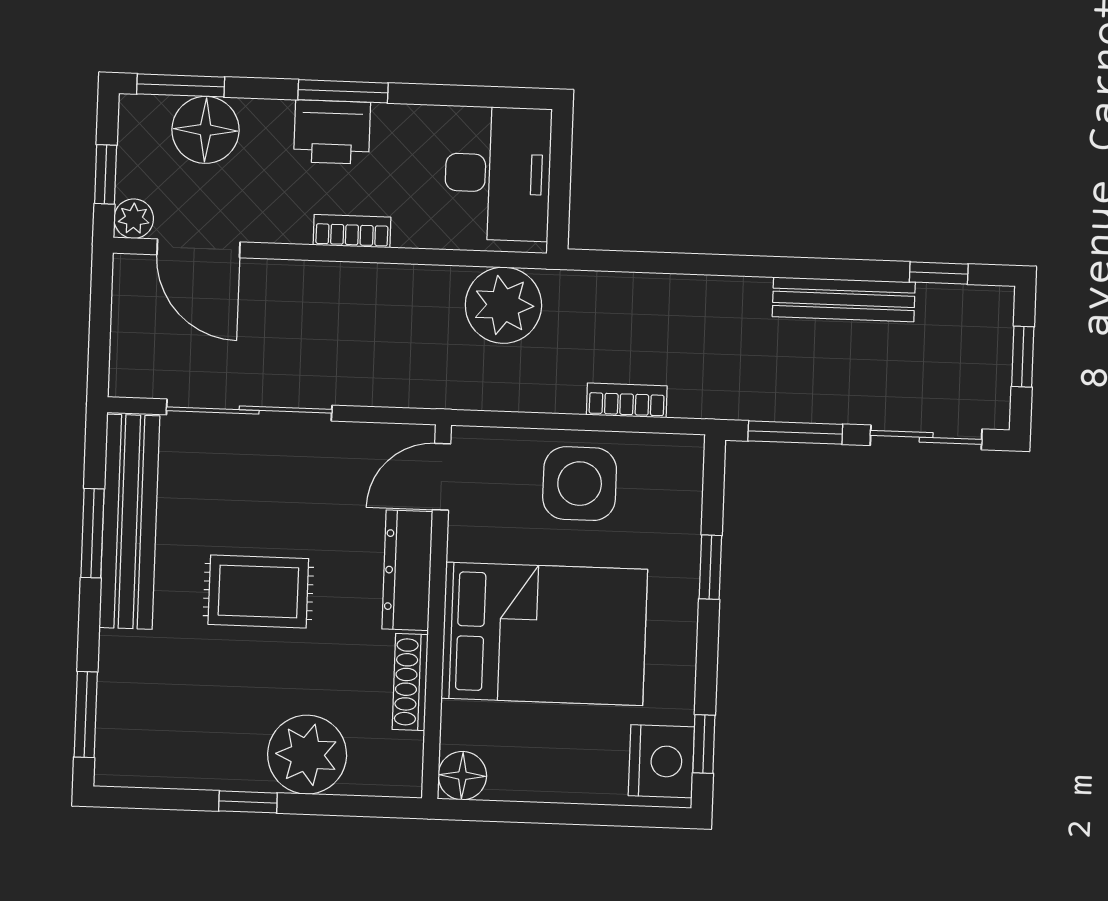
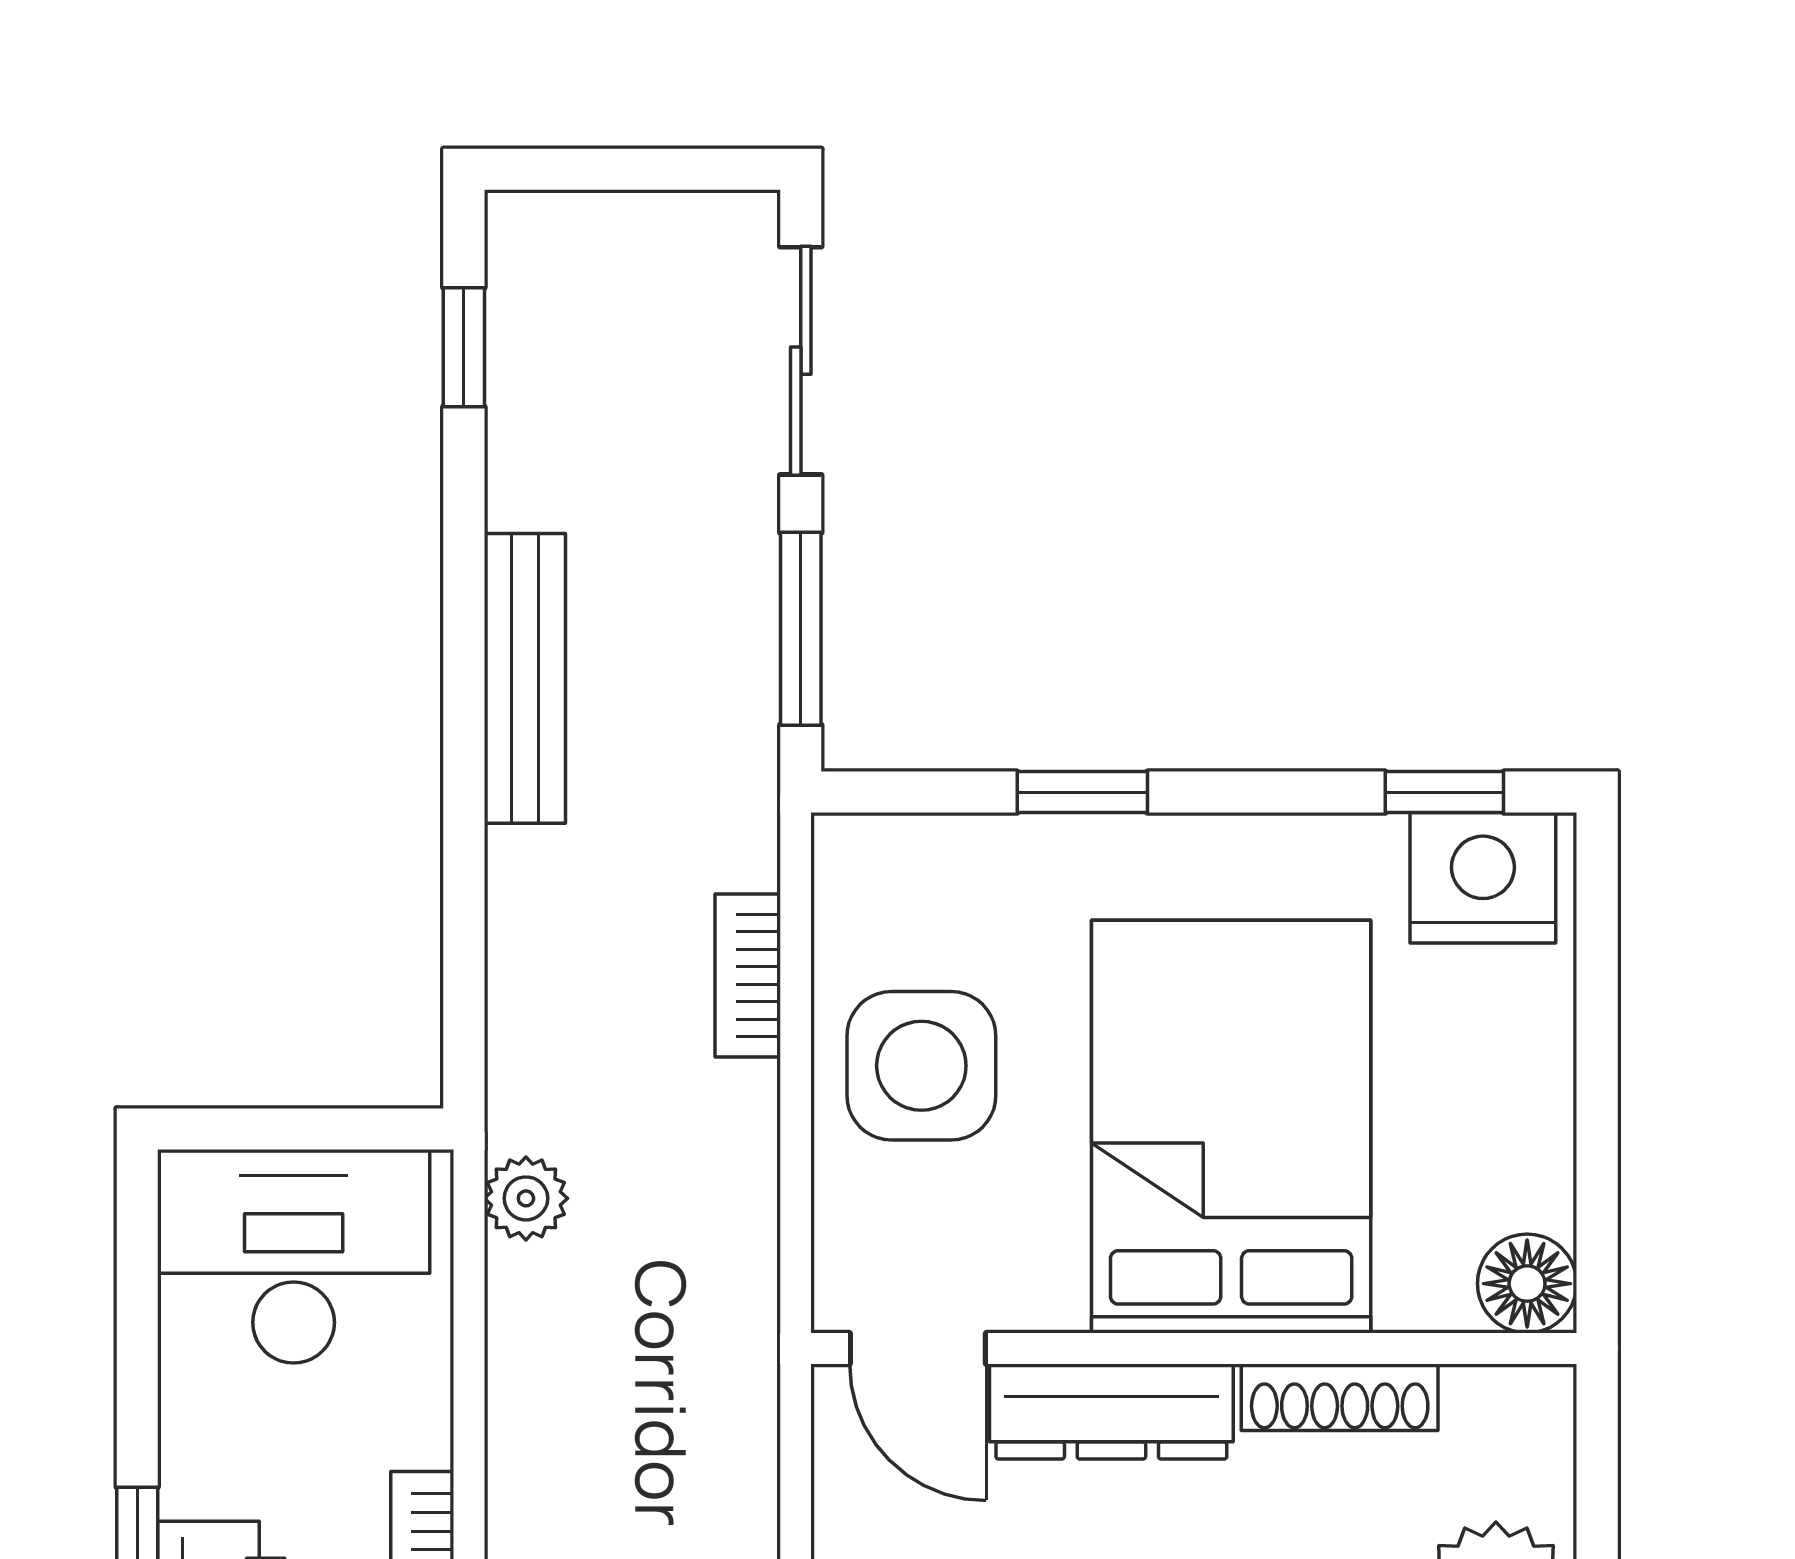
bench: (844, 299) -> (525, 678), moved
plant: (503, 305) -> (526, 1198), width x0.53, depth x0.53
window: (1023, 357) -> (628, 169), removed

